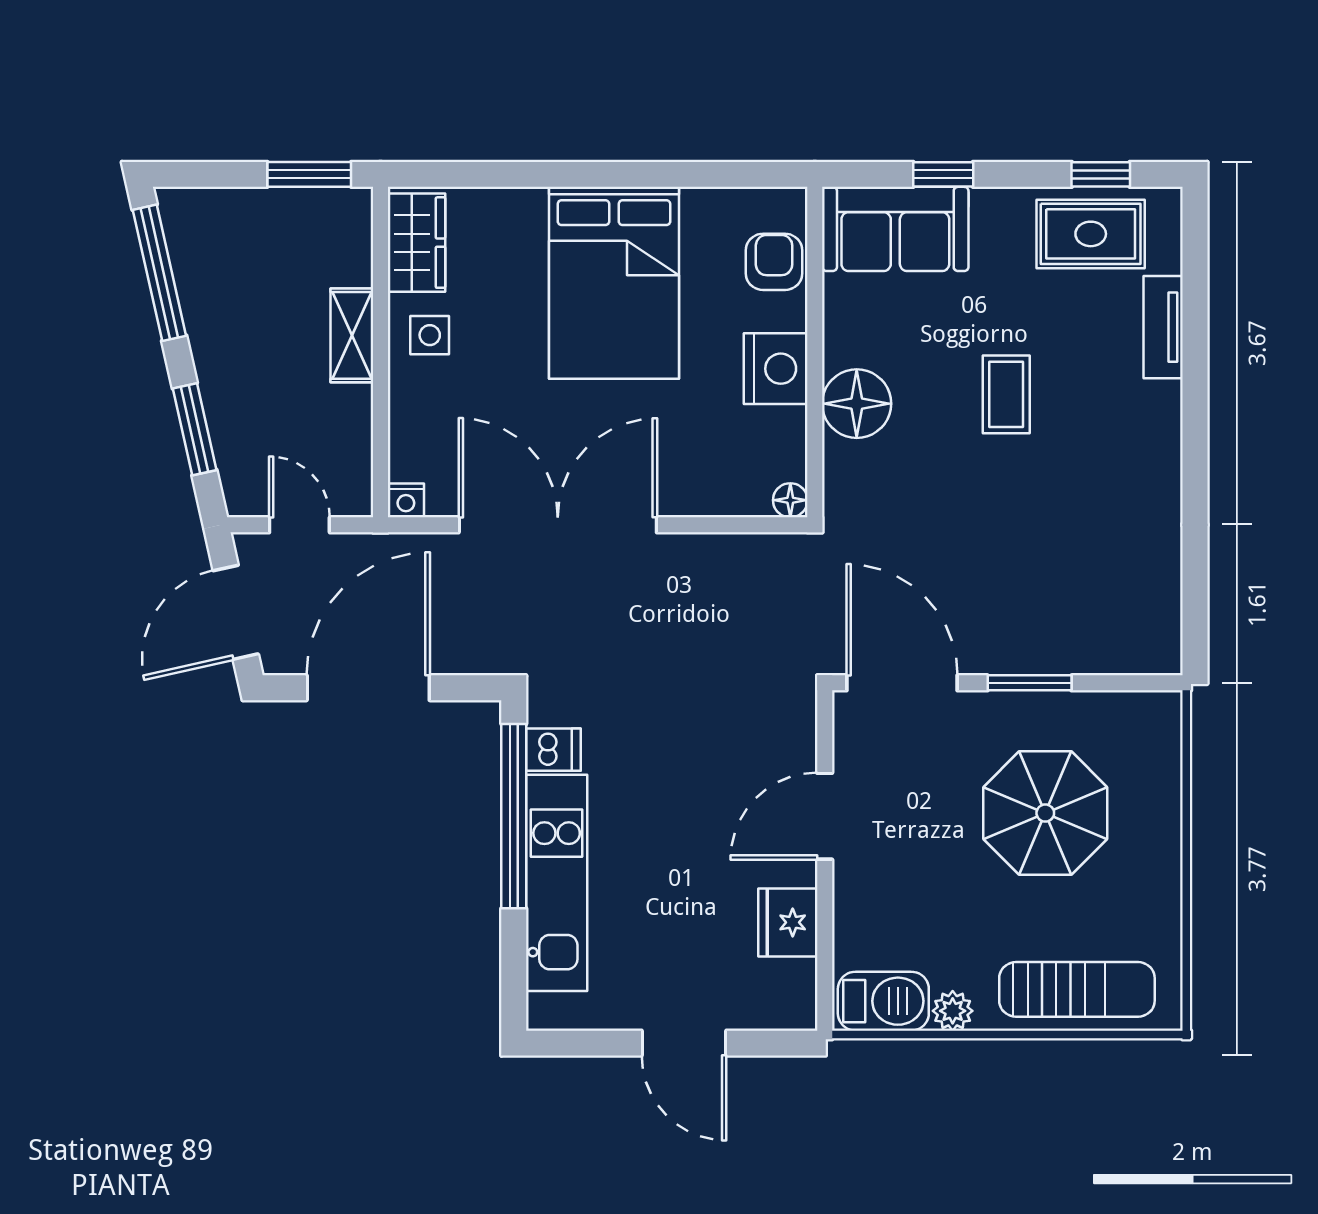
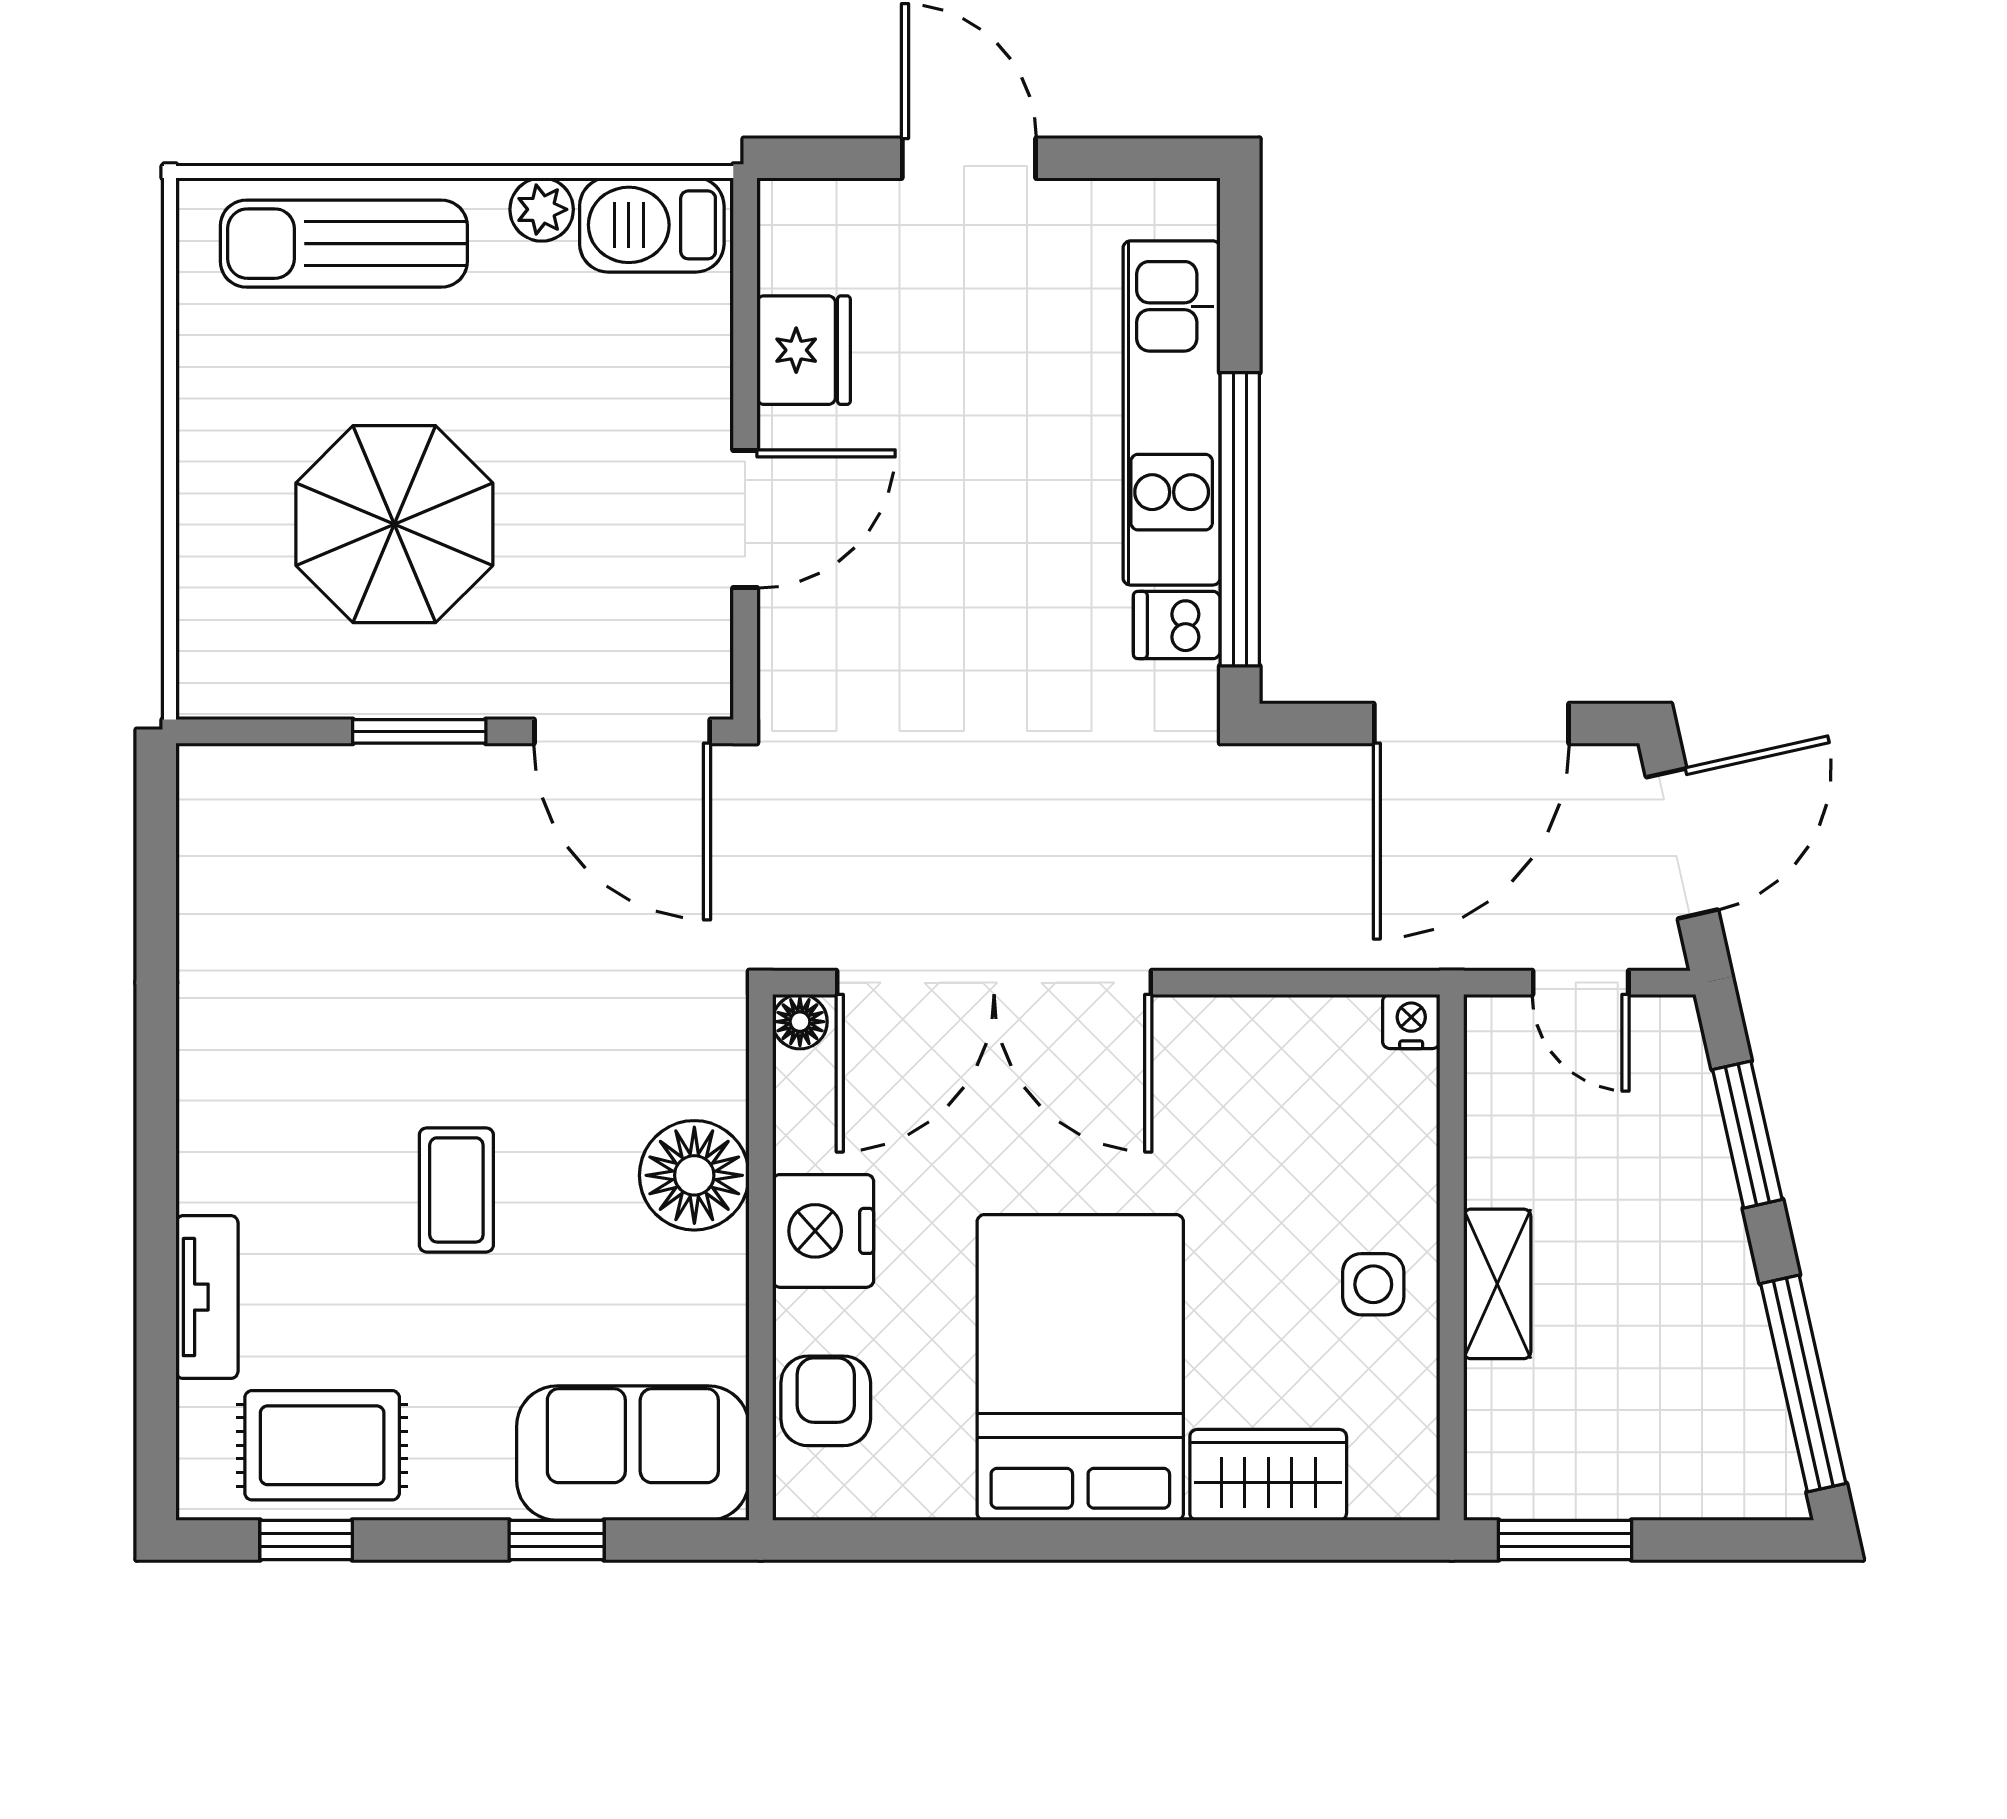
wardrobe: (416, 243) -> (1268, 1475), moved, turned 90
armchair: (774, 262) -> (826, 1401), turned 180
double door: (558, 525) -> (994, 983), moved

